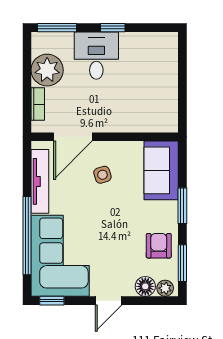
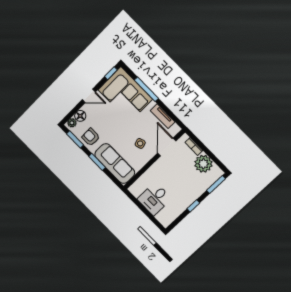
desk: (96, 56) -> (154, 199), moved, turned 90
sofa: (161, 170) -> (115, 164), width x1.36
tv unit: (40, 181) -> (163, 116), width x0.71
window: (27, 236) -> (146, 89), width x0.68
armchair: (159, 246) -> (91, 137), turned 180
door: (109, 301) -> (89, 96), swing flipped

